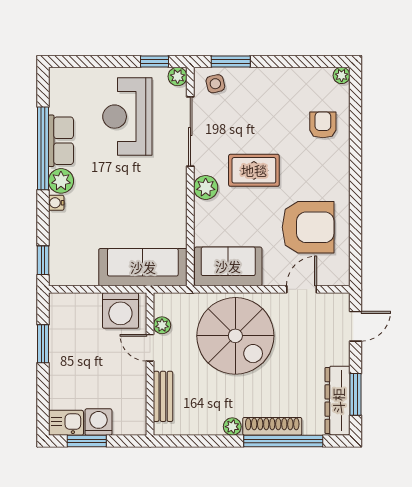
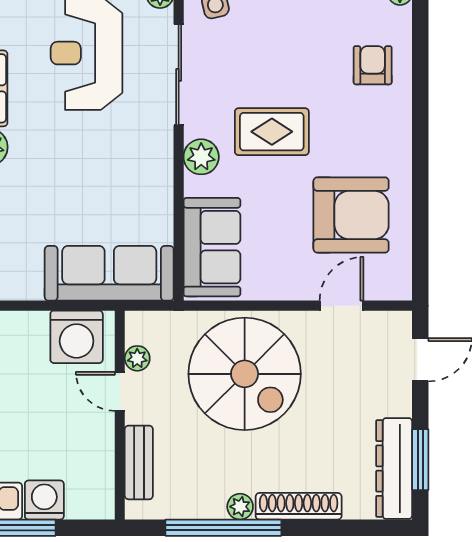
sofa: (228, 266) -> (212, 247), moved, turned 90
window: (283, 441) -> (223, 528), moved

